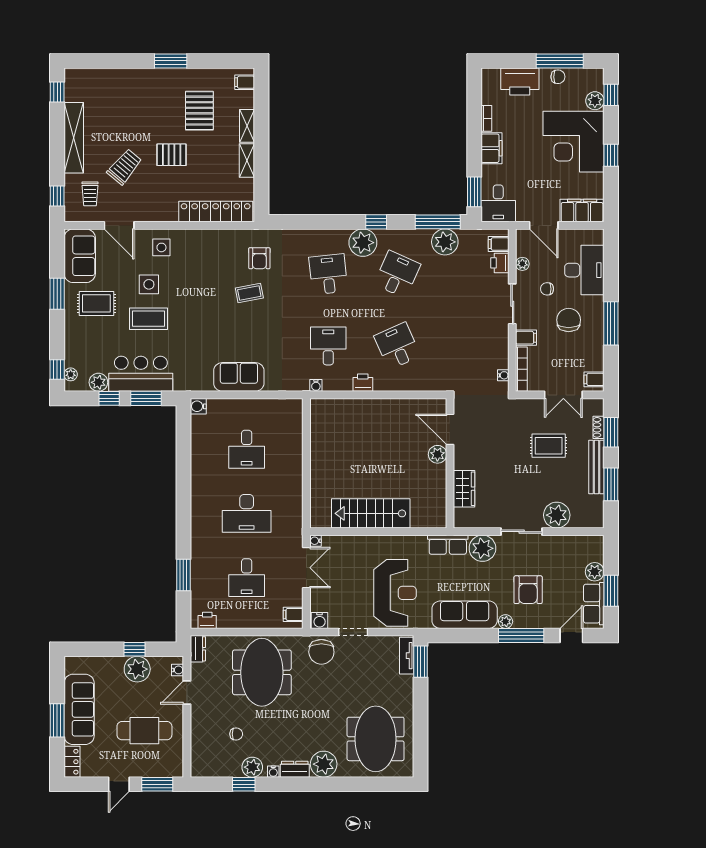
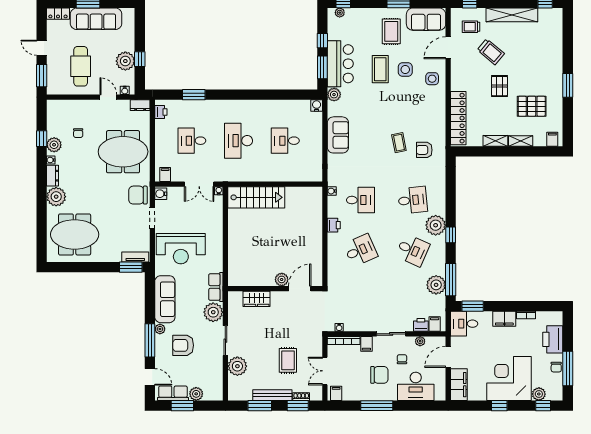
plant: (98, 382) -> (334, 95), moved
stairs: (371, 513) -> (256, 197), moved, turned 90

